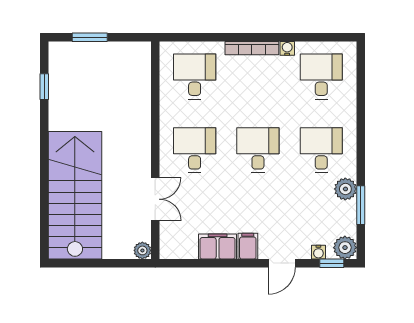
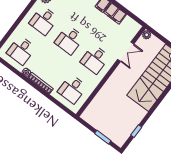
double door: (155, 199) -> (126, 52), swing flipped

